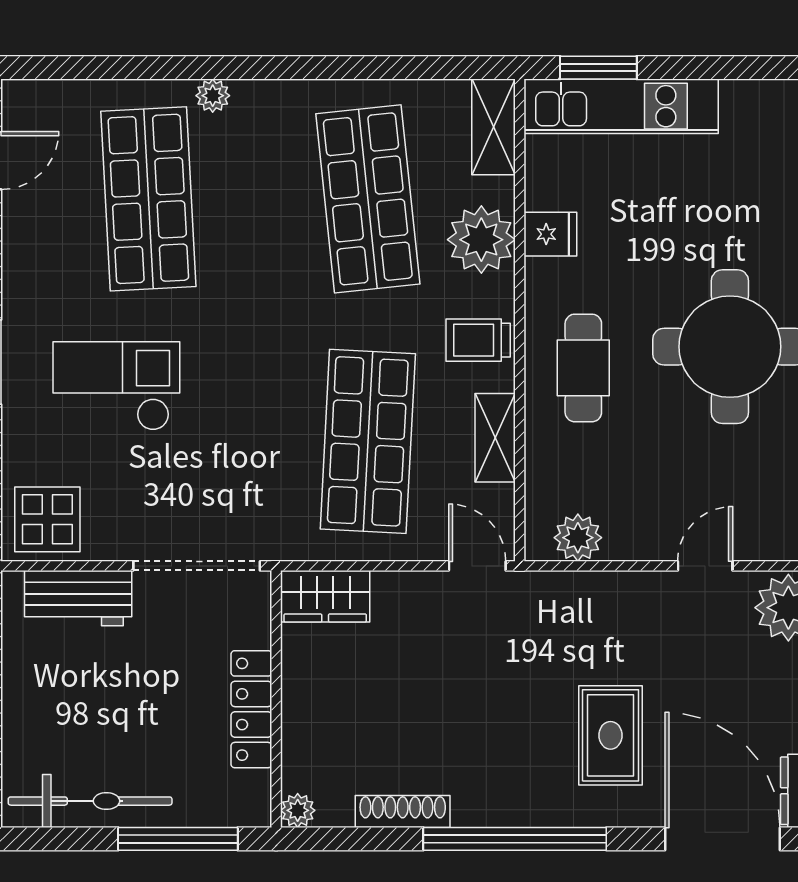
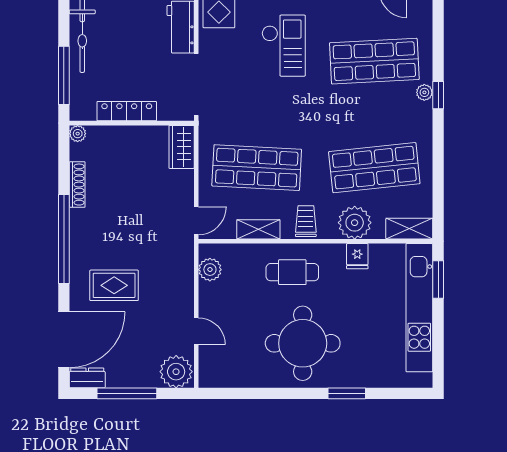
window: (219, 68) -> (438, 95), added
kitchen unit: (621, 106) -> (419, 308), width x1.36

